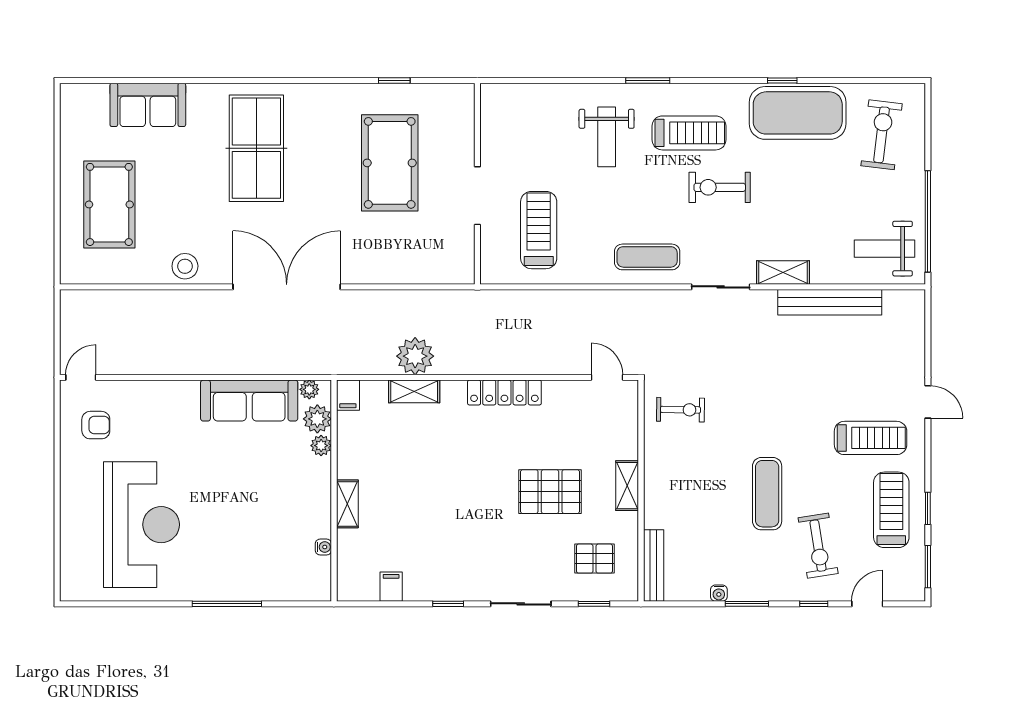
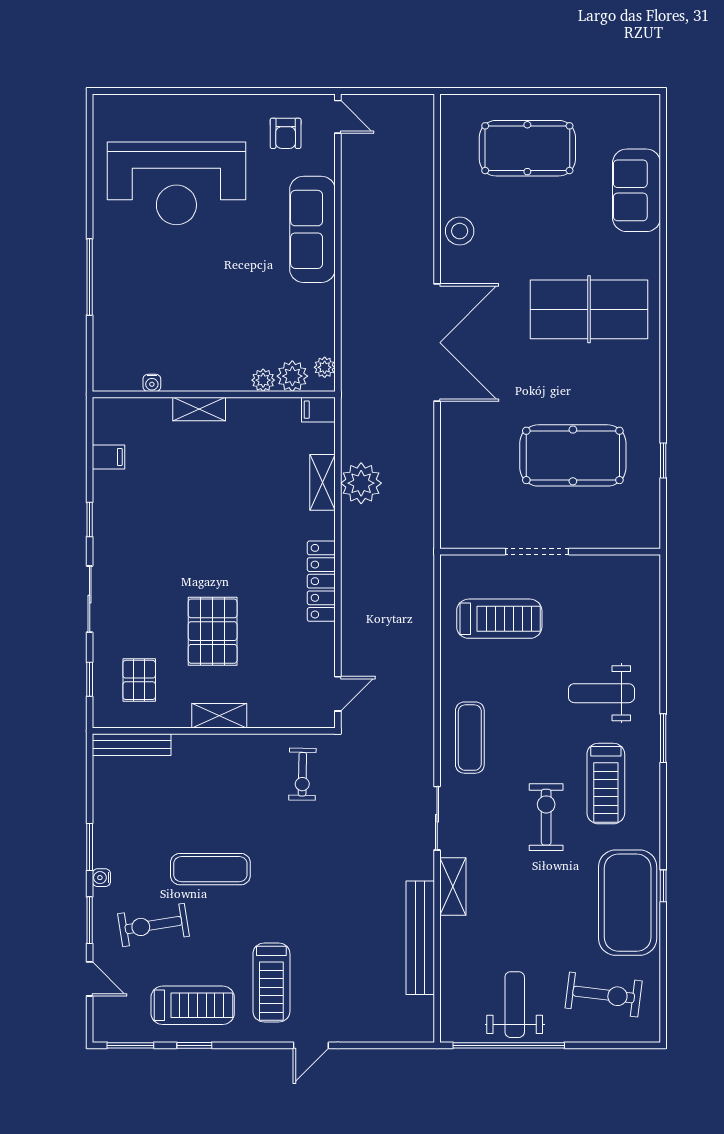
weight bench: (885, 249) -> (515, 1005), moved
sofa: (249, 401) -> (312, 229), moved
water cooler: (719, 593) -> (101, 878), moved
window: (814, 604) -> (90, 920), width x1.50

